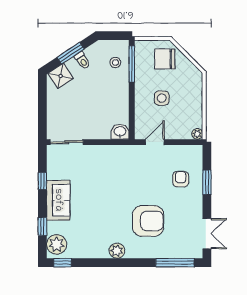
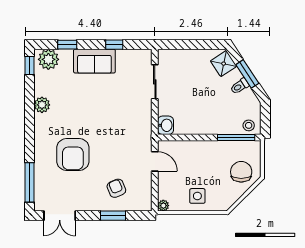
stool: (115, 62) -> (249, 125), moved
side table: (162, 98) -> (197, 196), moved
sliding door: (67, 142) -> (155, 82), moved
armchair: (181, 179) -> (116, 188), turned -113
plant: (117, 251) -> (42, 105), moved

